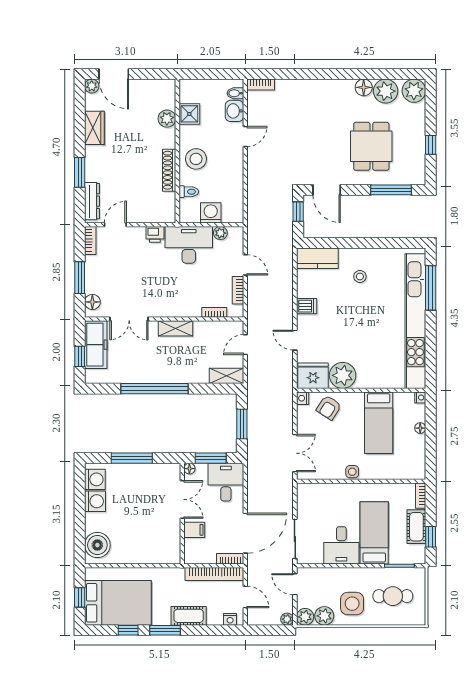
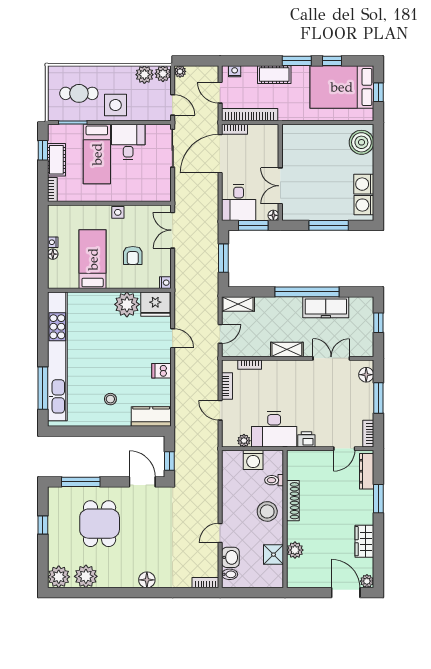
floor lamp: (364, 87) -> (147, 580), moved
freezer: (96, 345) -> (326, 307), moved, turned -90
nightstand: (420, 398) -> (53, 242), moved
armchair: (329, 408) -> (133, 255), moved, turned 147
filing cabinet: (194, 530) -> (269, 157), removed
side table: (352, 604) -> (115, 105), moved

